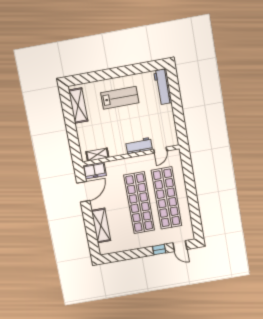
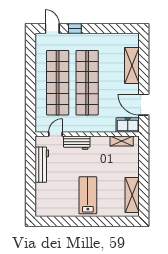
workbench: (163, 87) -> (42, 165), moved
lab bench: (120, 98) -> (88, 195), turned 90
door: (83, 192) -> (144, 105), hinge flipped

